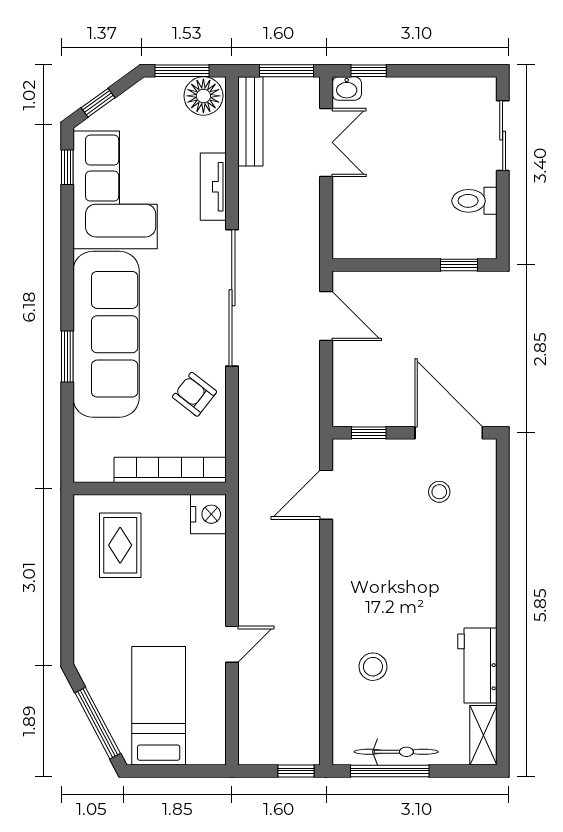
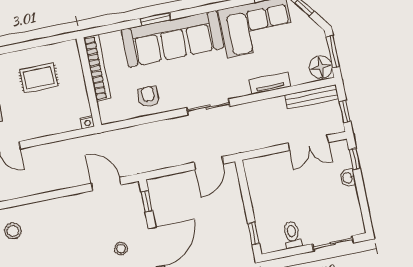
window: (286, 71) -> (345, 112), width x0.67
washbasin: (347, 89) -> (348, 178), moved
sliding door: (232, 298) -> (208, 107), width x0.54
armchair: (194, 394) -> (148, 97), turned -38
bookcase: (170, 470) -> (97, 68), moved
nightstand: (208, 514) -> (87, 122), width x0.53, depth x0.56
rug: (120, 545) -> (39, 78), moved

